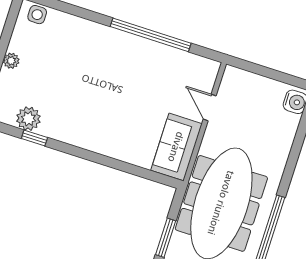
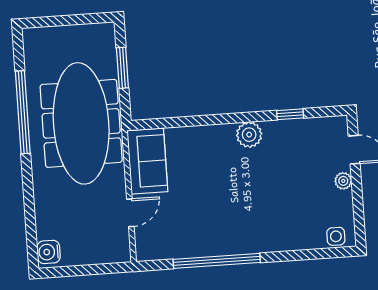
door: (210, 108) -> (130, 213), hinge flipped
plant: (28, 119) -> (249, 135), moved

